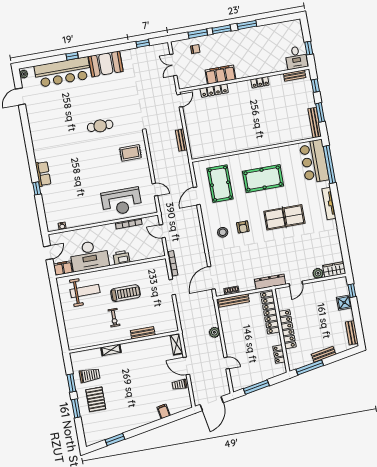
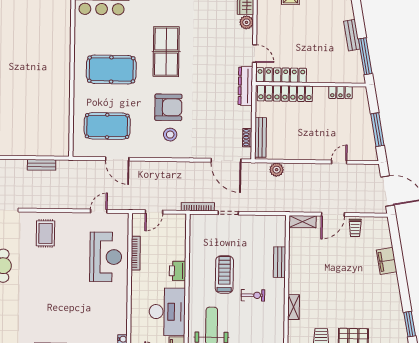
pool table: (263, 179) -> (111, 69), turned 90
armchair: (243, 227) -> (168, 107), width x1.88, depth x1.88
locker: (287, 329) -> (281, 75), moved
plant: (214, 332) -> (277, 170), moved
filing cabinet: (164, 411) -> (387, 261), width x2.00

